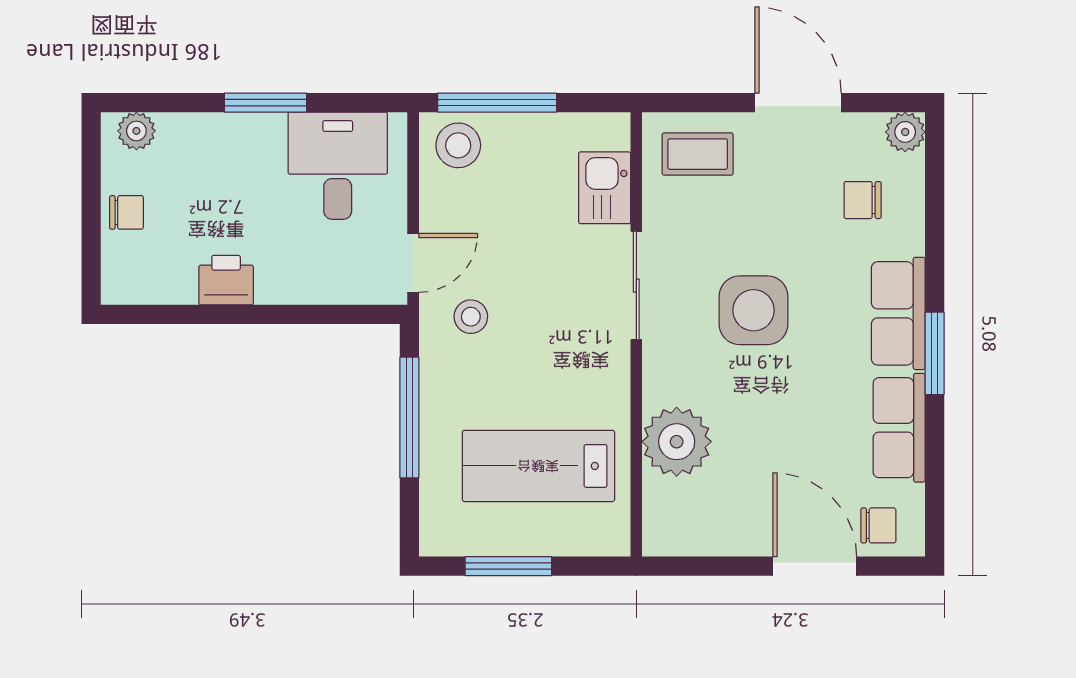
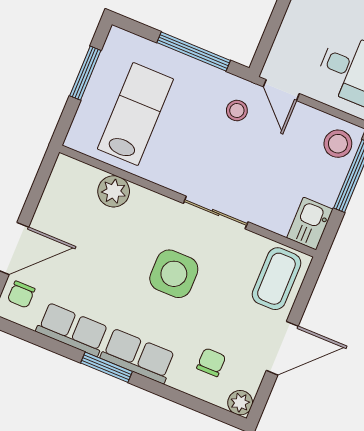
coffee table: (698, 154) -> (276, 279), width x1.36, depth x1.30
kitchen sink: (605, 188) -> (310, 224), moved, turned -90
plant: (677, 442) -> (114, 191), width x0.73, depth x0.73

